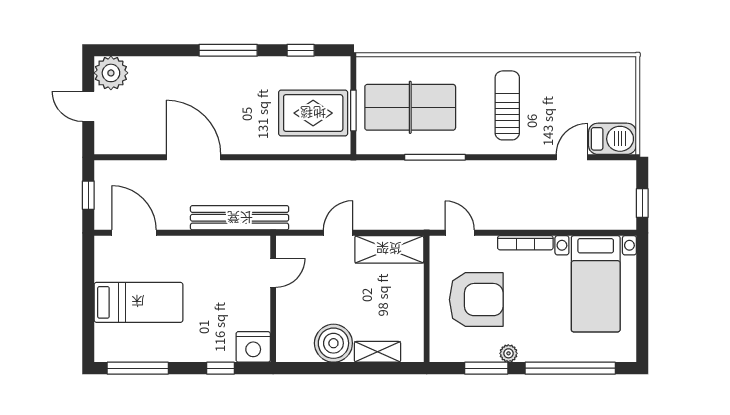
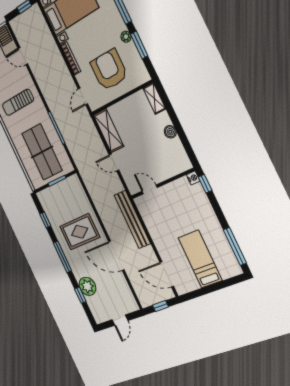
window: (153, 50) -> (80, 295), added
plant: (111, 73) -> (87, 286), moved
rug: (313, 113) -> (80, 232), moved, turned 90
door: (194, 157) -> (116, 256), hinge flipped
door: (134, 233) -> (167, 274), hinge flipped
boiler: (333, 343) -> (170, 132), width x0.54, depth x0.54
nightstand: (253, 347) -> (193, 178), width x0.53, depth x0.56
shelving: (377, 352) -> (154, 98), moved
window: (220, 368) -> (205, 184), moved

